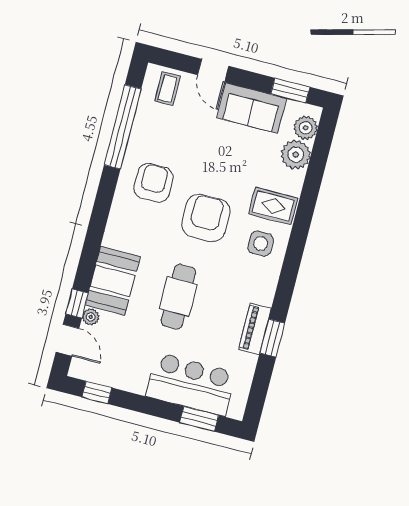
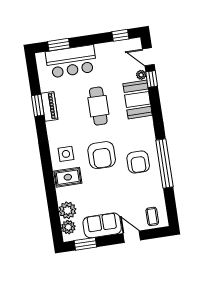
window: (123, 127) -> (164, 164), moved

